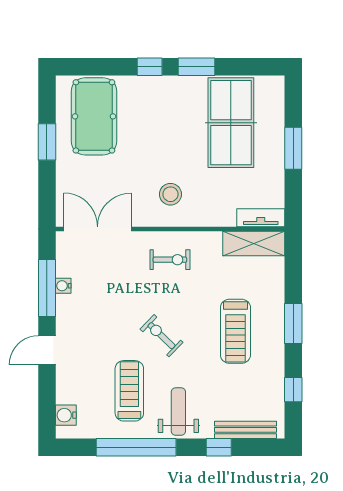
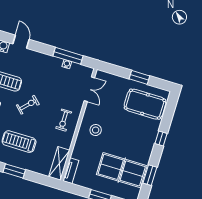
window: (197, 67) -> (150, 175), moved
double door: (98, 229) -> (89, 89), width x0.73
door: (47, 350) -> (21, 42), moved

